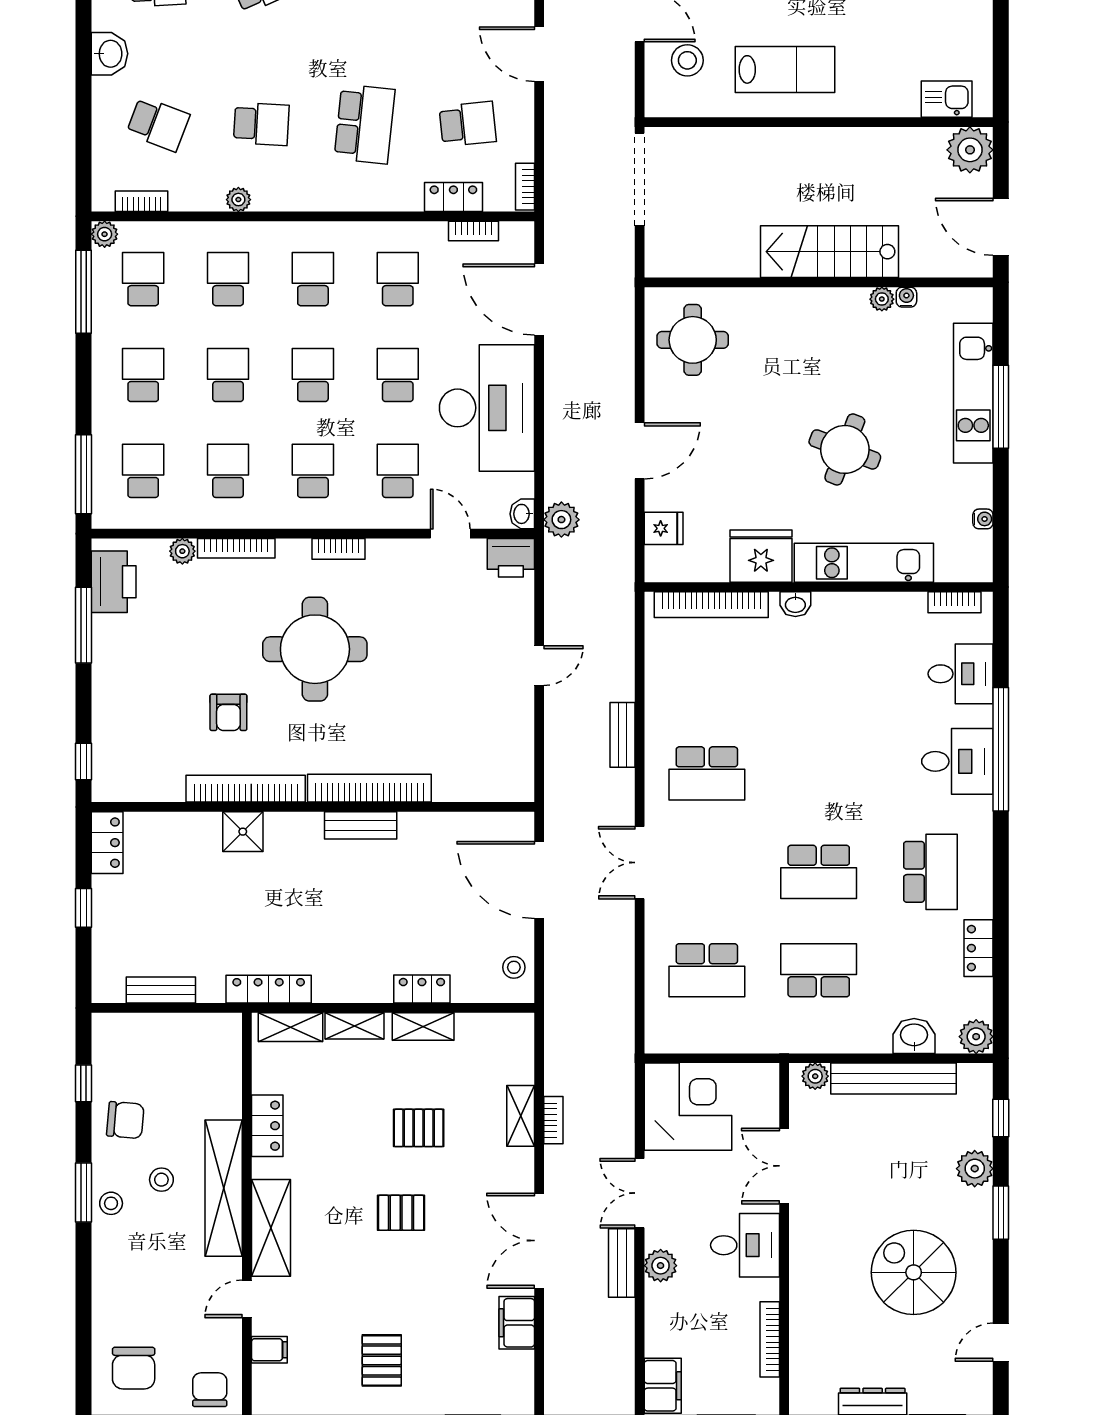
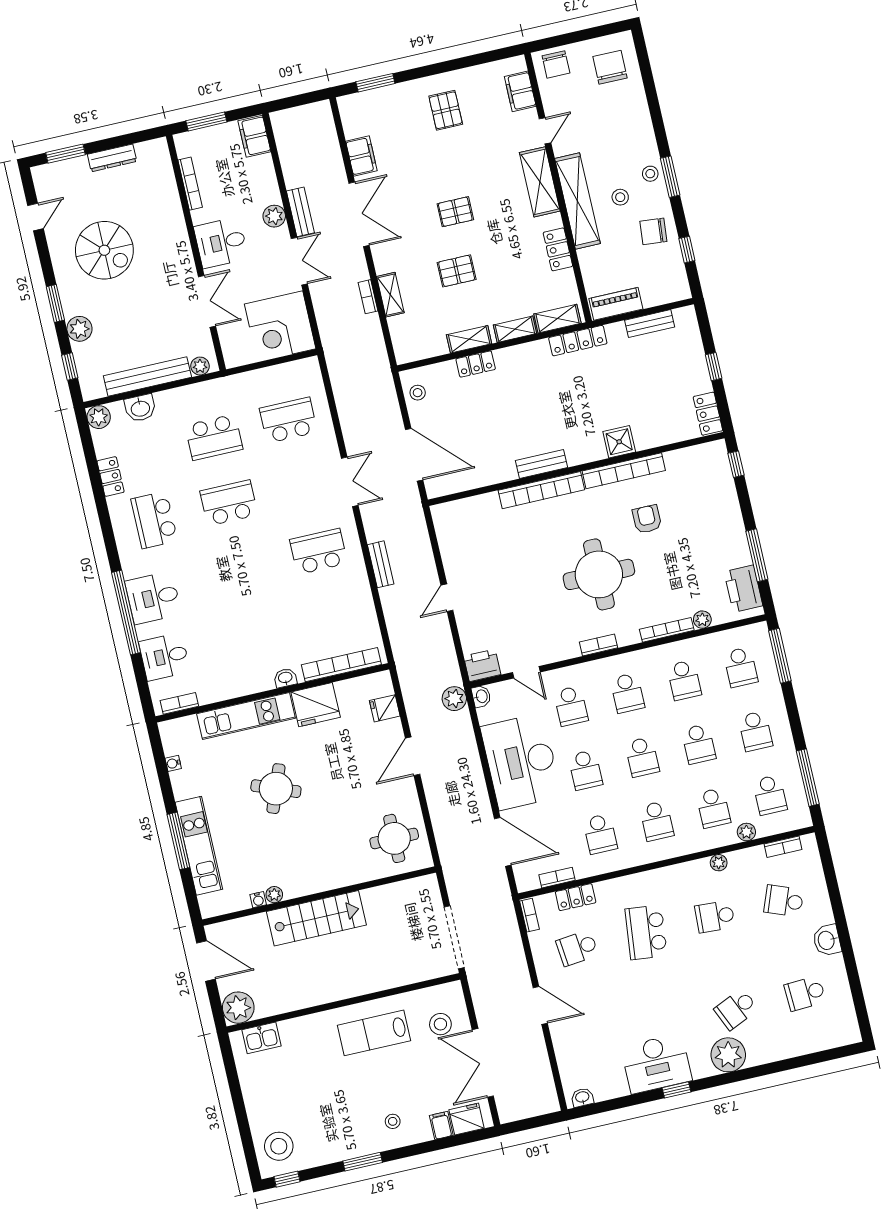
plant: (105, 234) -> (746, 832), moved
piano: (202, 1029) -> (616, 304), added
filing cabinet: (269, 1350) -> (520, 91), width x2.00

